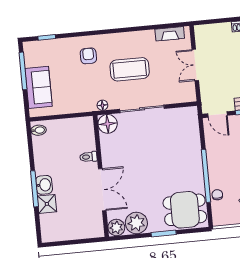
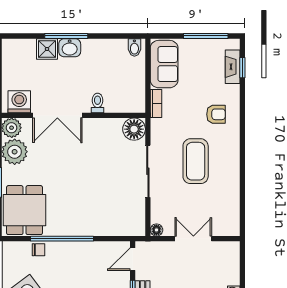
fireplace: (170, 34) -> (233, 67), moved
sofa: (39, 87) -> (164, 64), moved, turned -90
floor lamp: (102, 105) -> (156, 230), moved
bookcase: (84, 107) -> (156, 103), added
washing machine: (94, 223) -> (19, 102), added

